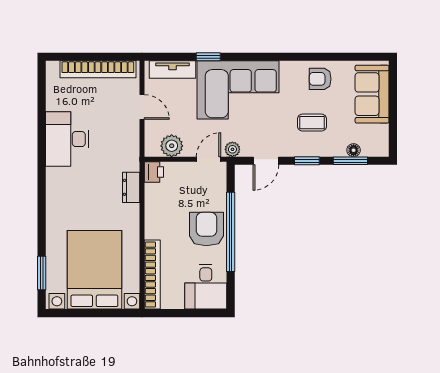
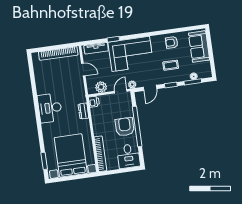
desk: (67, 139) -> (50, 108), moved

